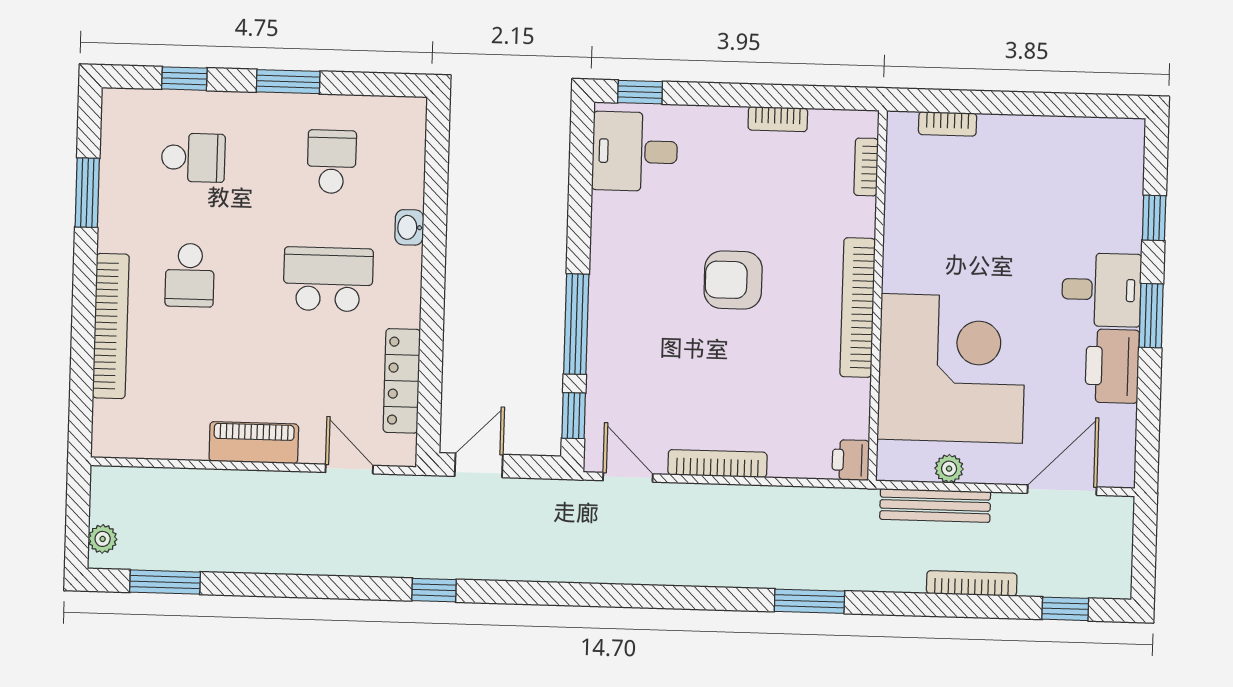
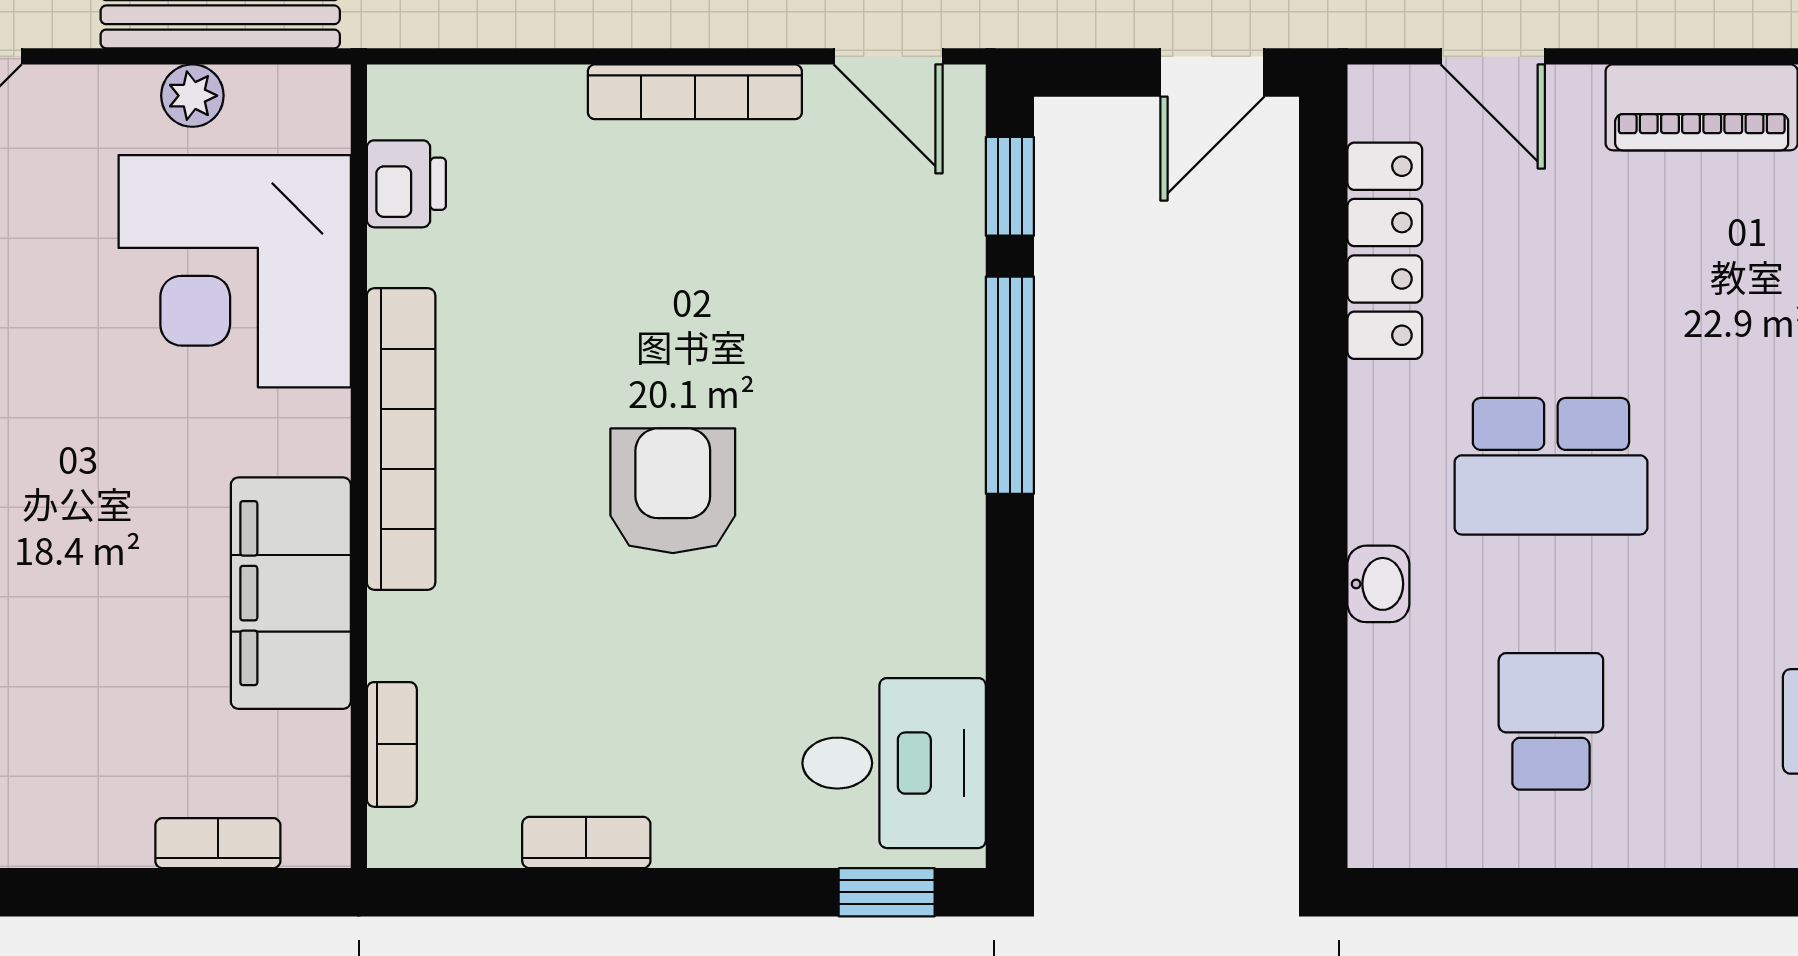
window: (288, 82) -> (1650, 892), removed
school desk: (332, 162) -> (1551, 721), turned 180
filing cabinet: (911, 238) -> (291, 593), added
armchair: (733, 280) -> (673, 491), turned -90
corner desk: (952, 368) -> (235, 271), width x0.74, depth x0.74
printer: (851, 460) -> (406, 184), moved

